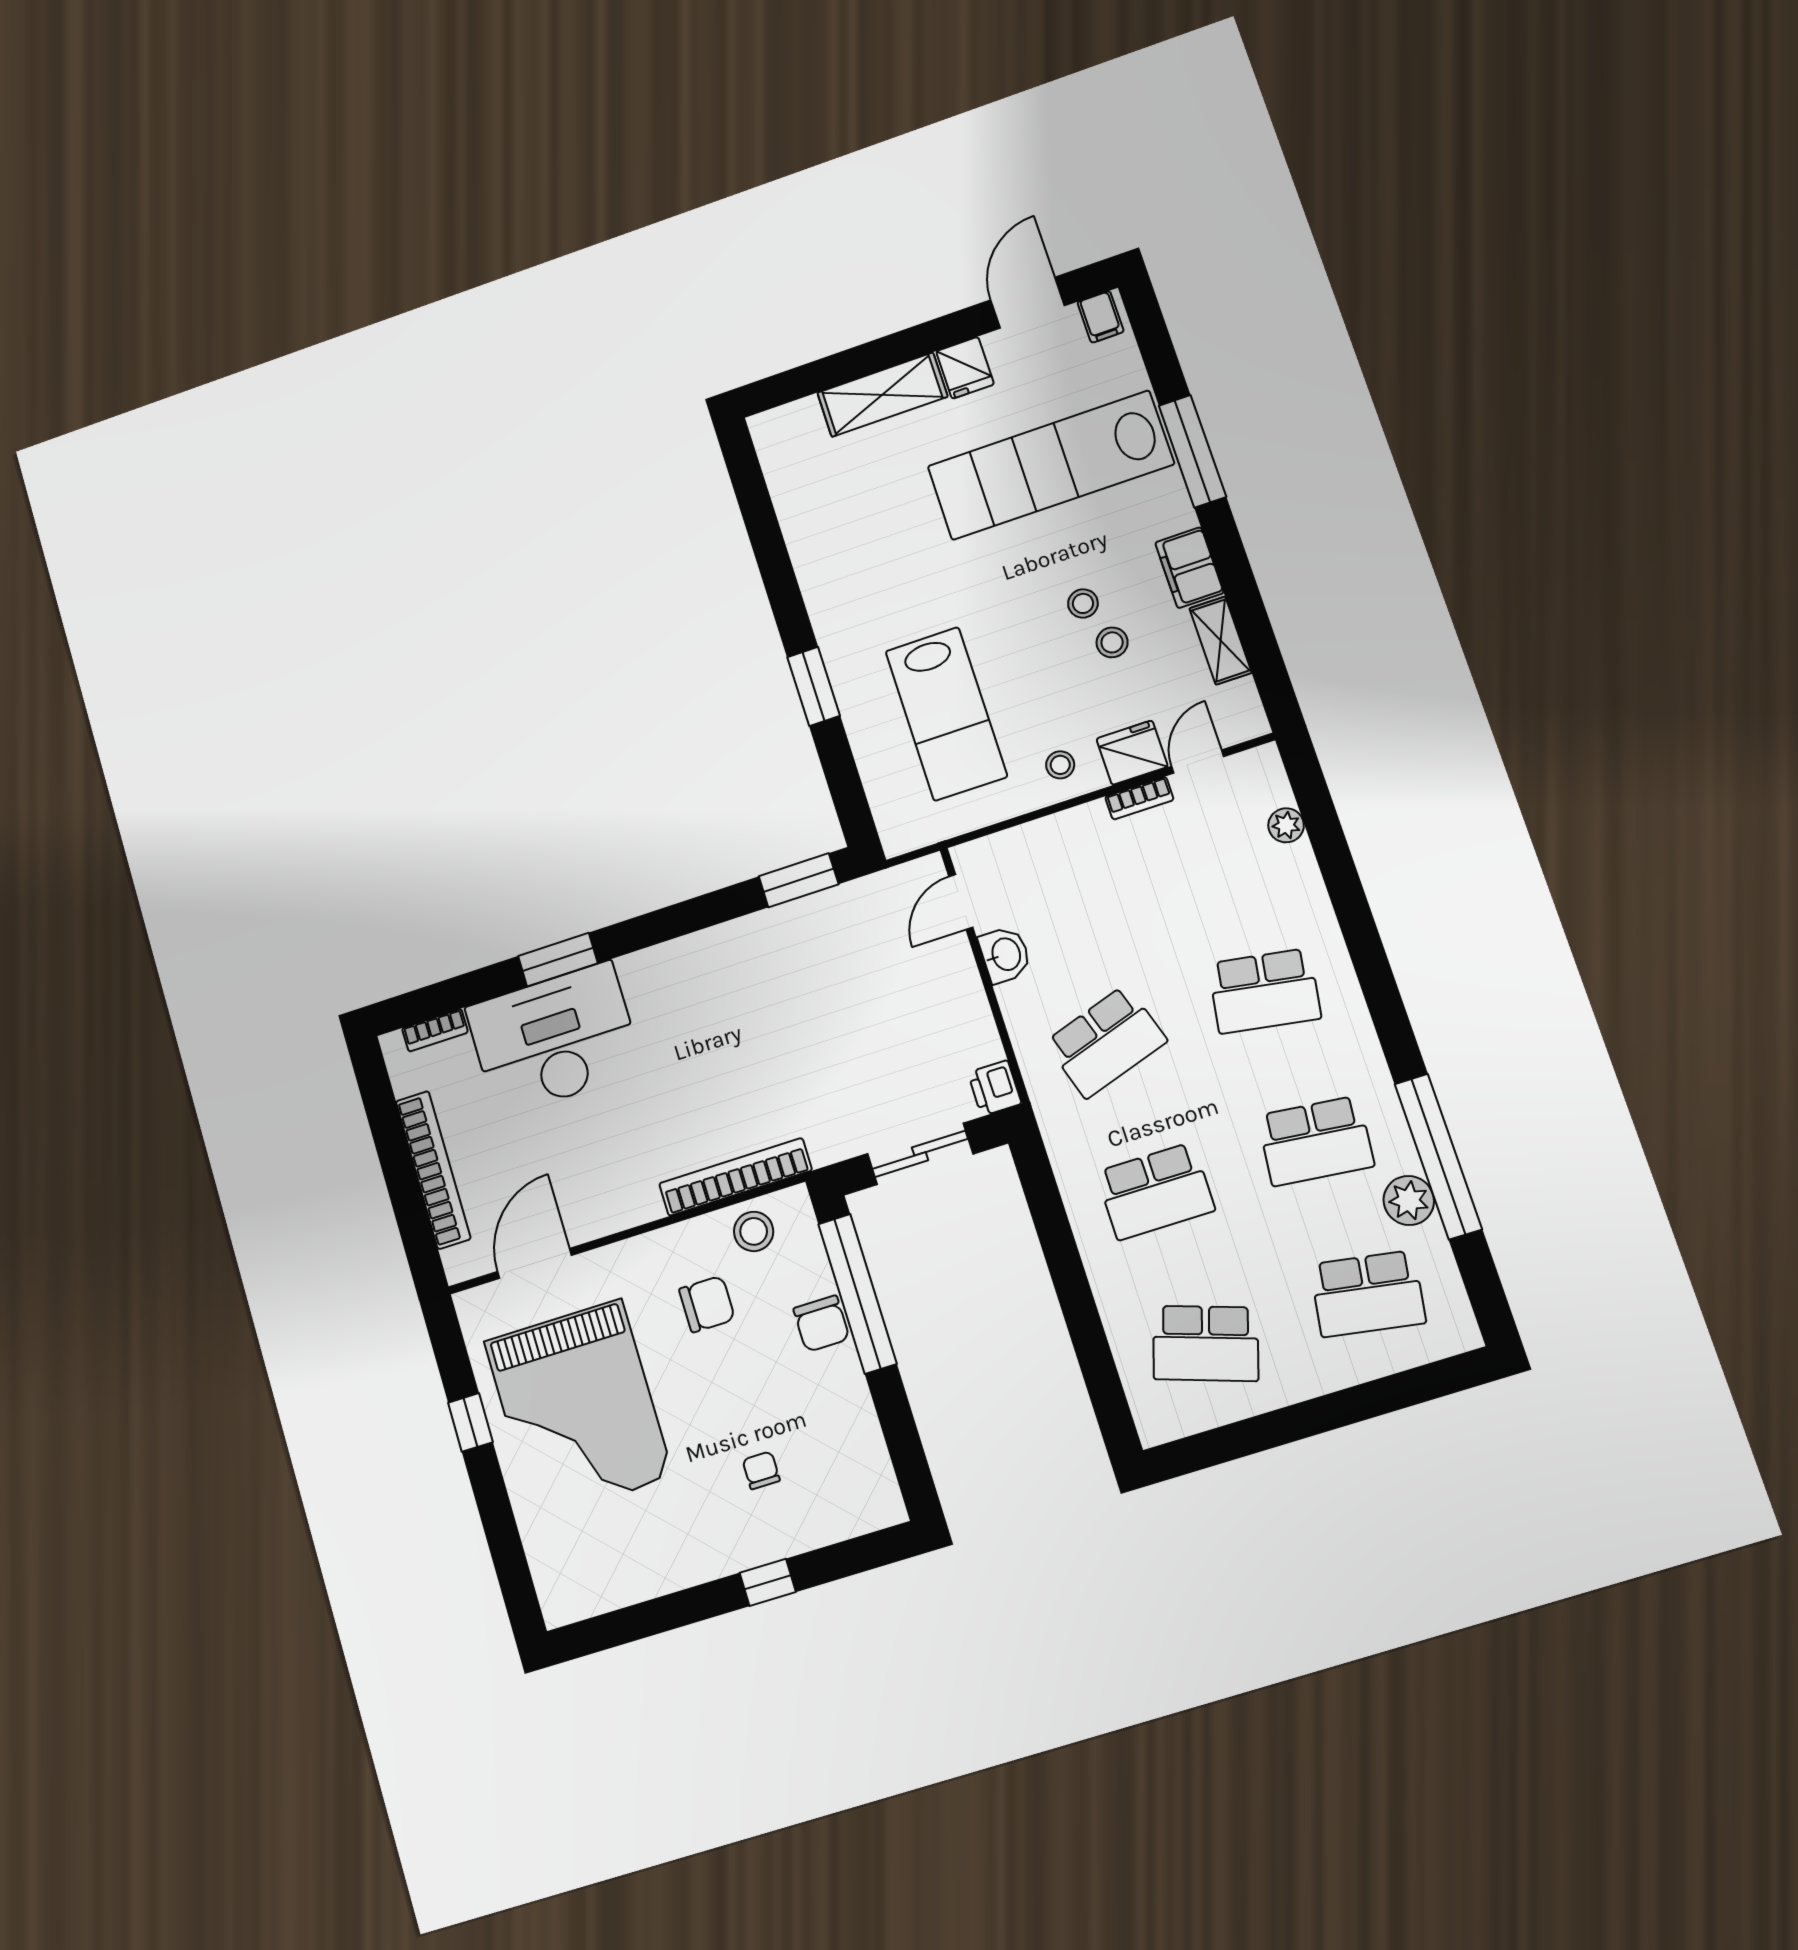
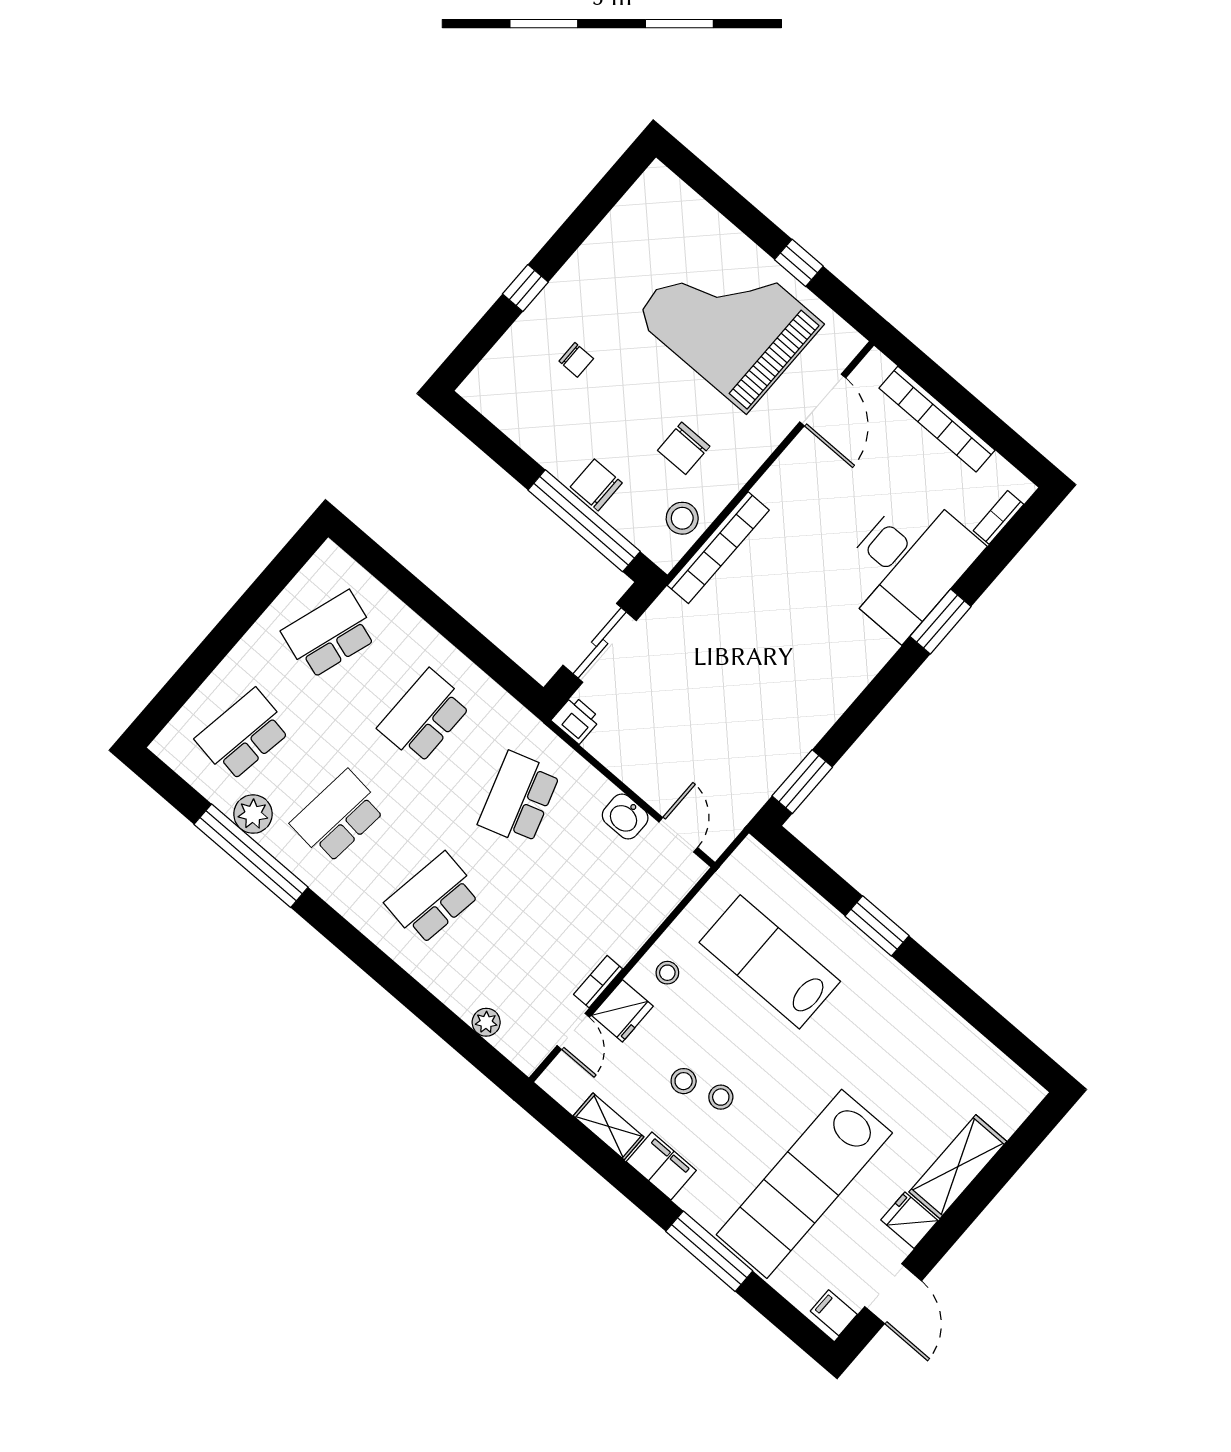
lab bench: (1050, 465) -> (804, 1184), turned 180

